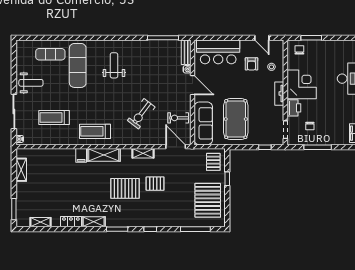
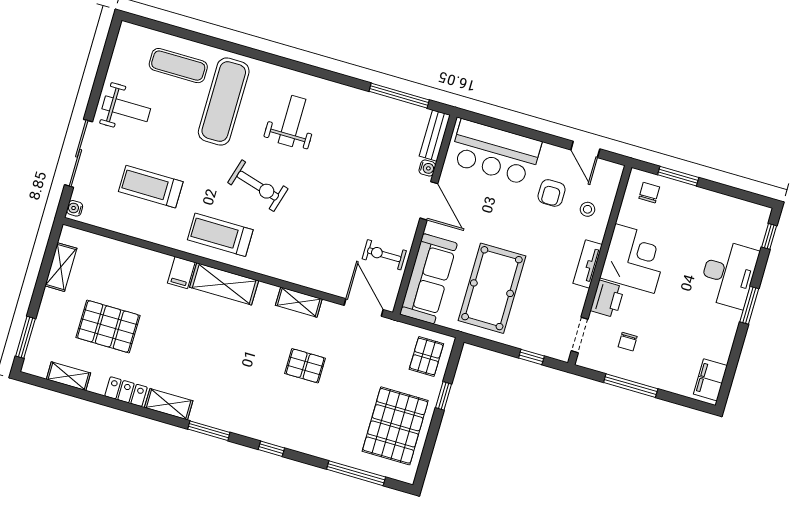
exercise bike: (141, 114) -> (258, 186), moved, turned -111
pallet: (125, 188) -> (108, 326), moved

